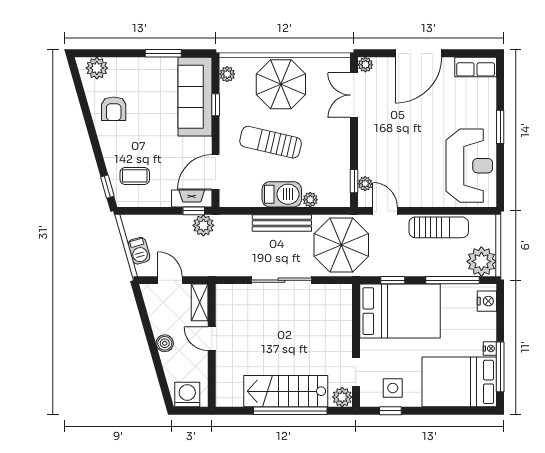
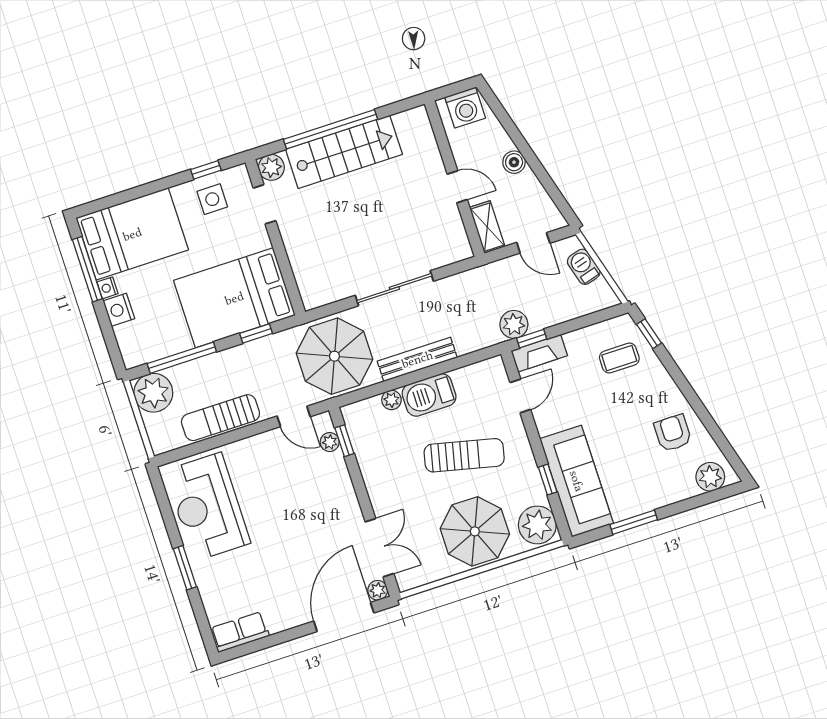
door: (418, 53) -> (344, 617), moved
plant: (227, 74) -> (537, 525), width x1.87, depth x1.87
door: (216, 172) -> (520, 396), width x0.73
nightstand: (487, 301) -> (119, 310), moved

